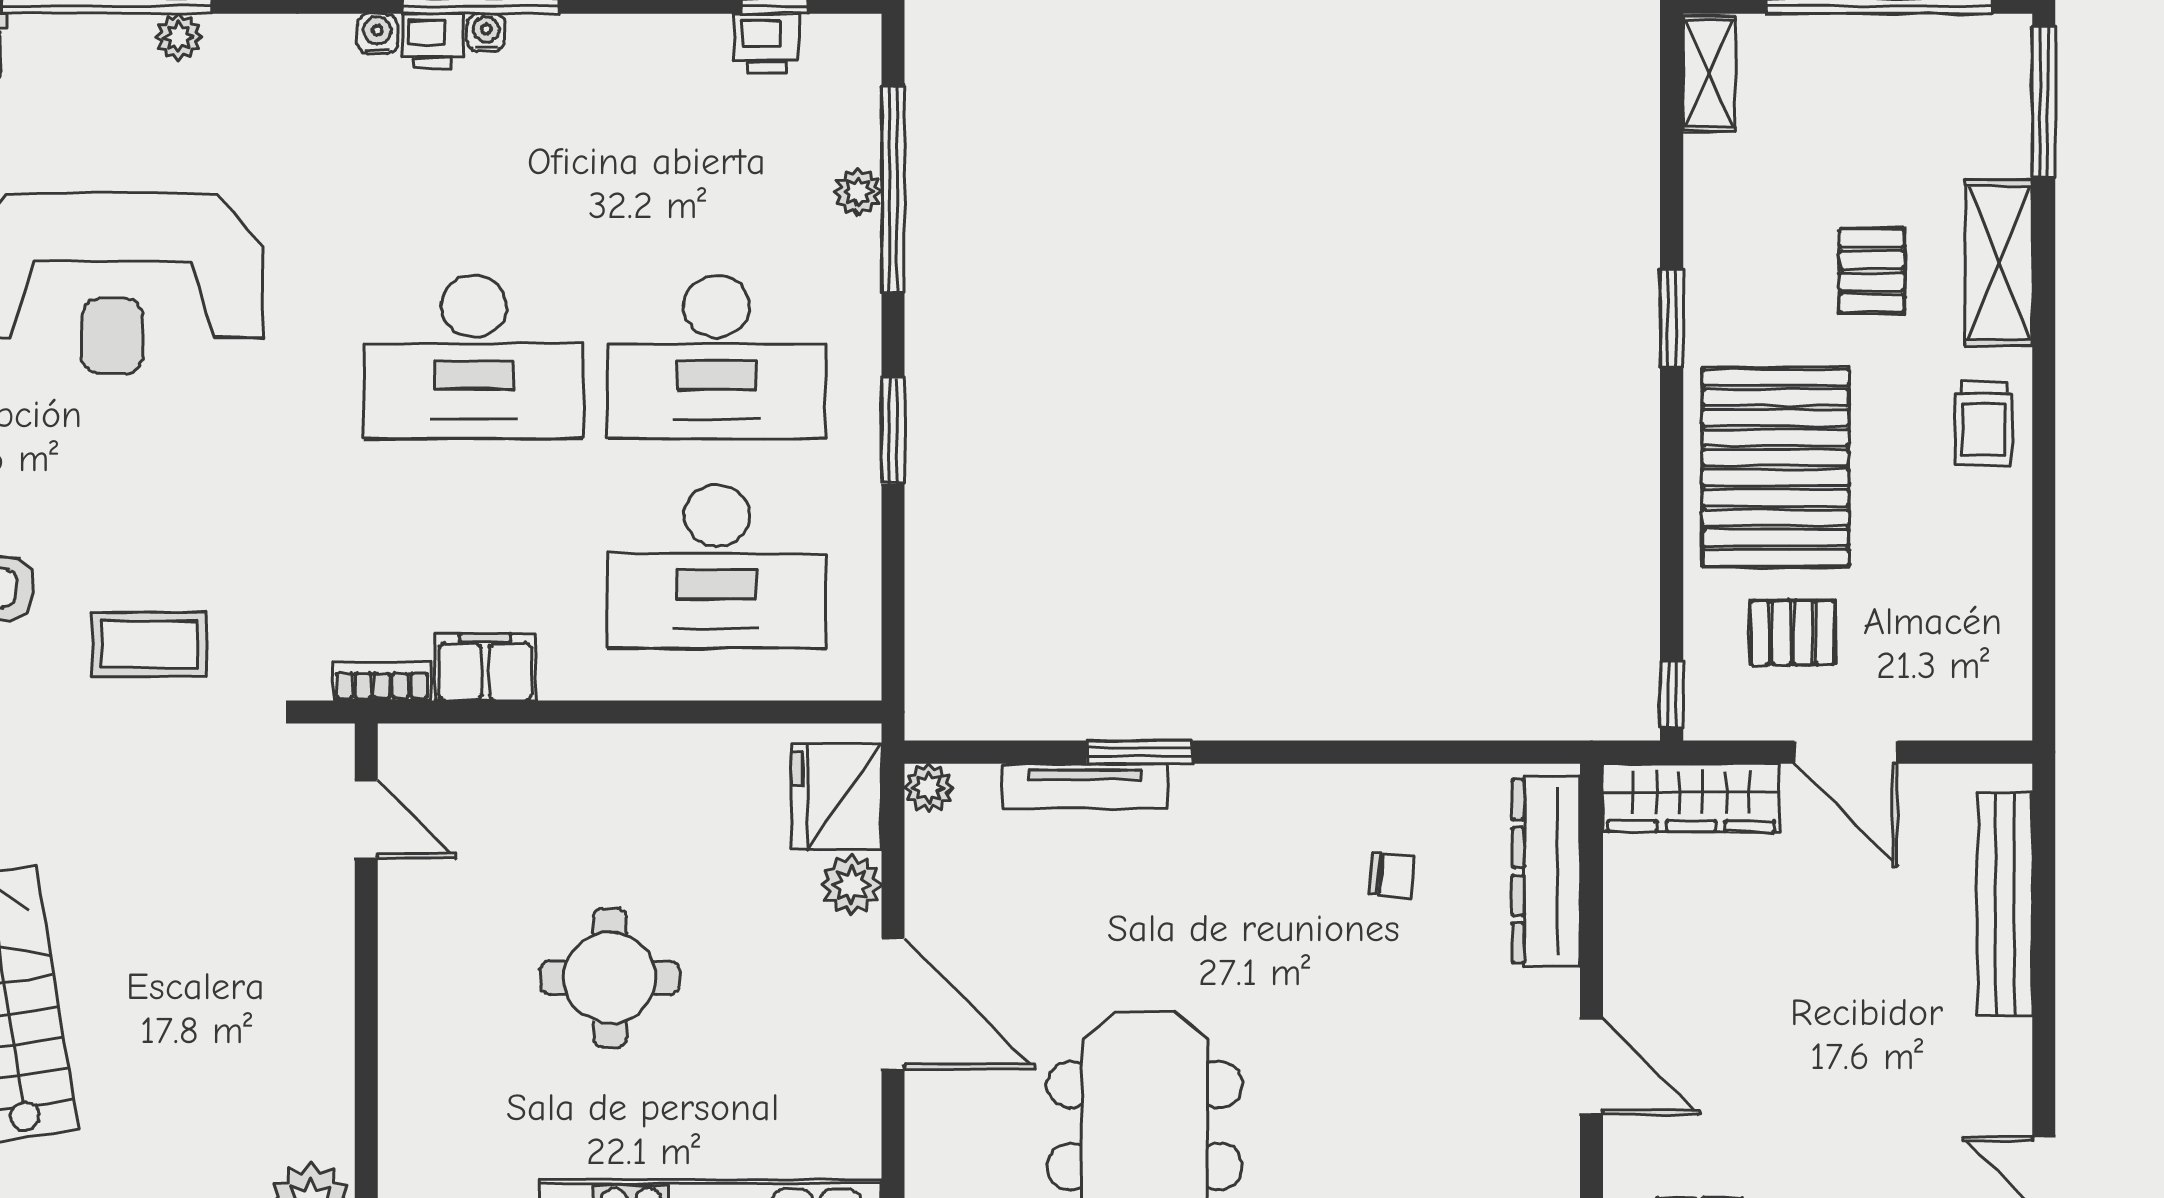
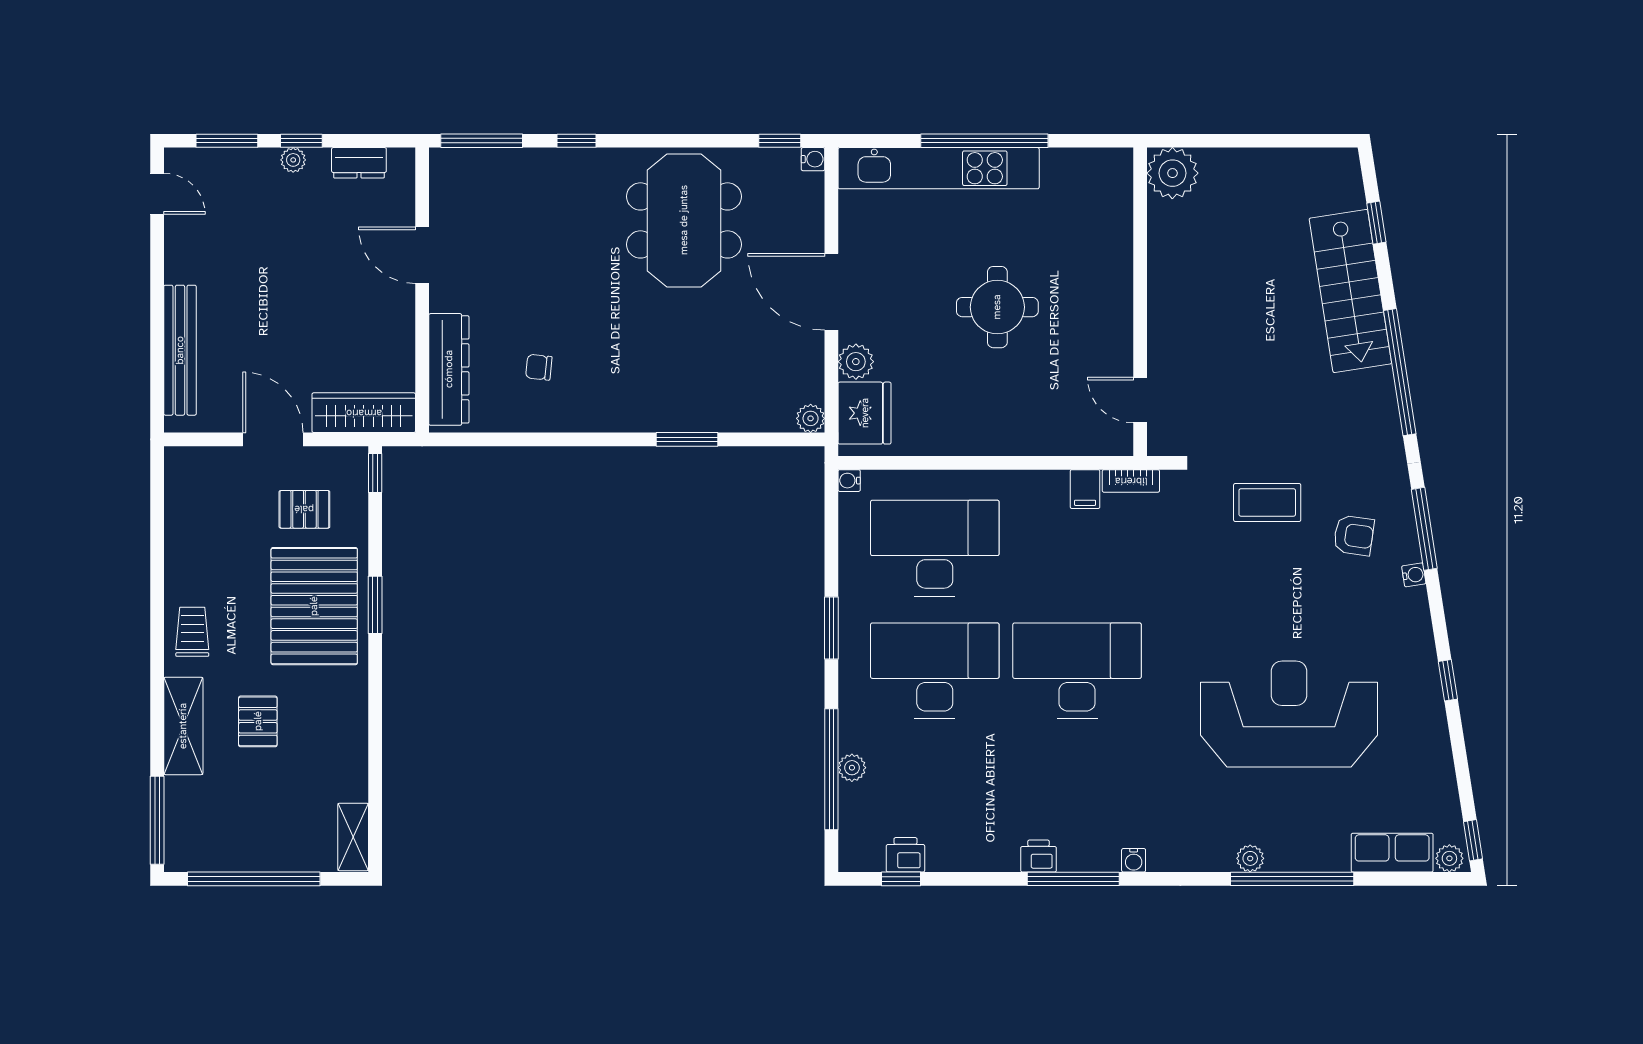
water cooler: (486, 32) -> (849, 481), moved, turned 90
printer: (432, 41) -> (1038, 856), moved
window: (1672, 318) -> (375, 605), moved
filing cabinet: (485, 667) -> (1085, 489), width x0.50
tv unit: (1085, 786) -> (719, 419), removed

